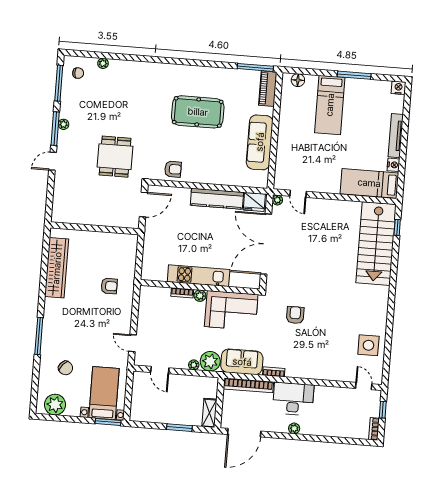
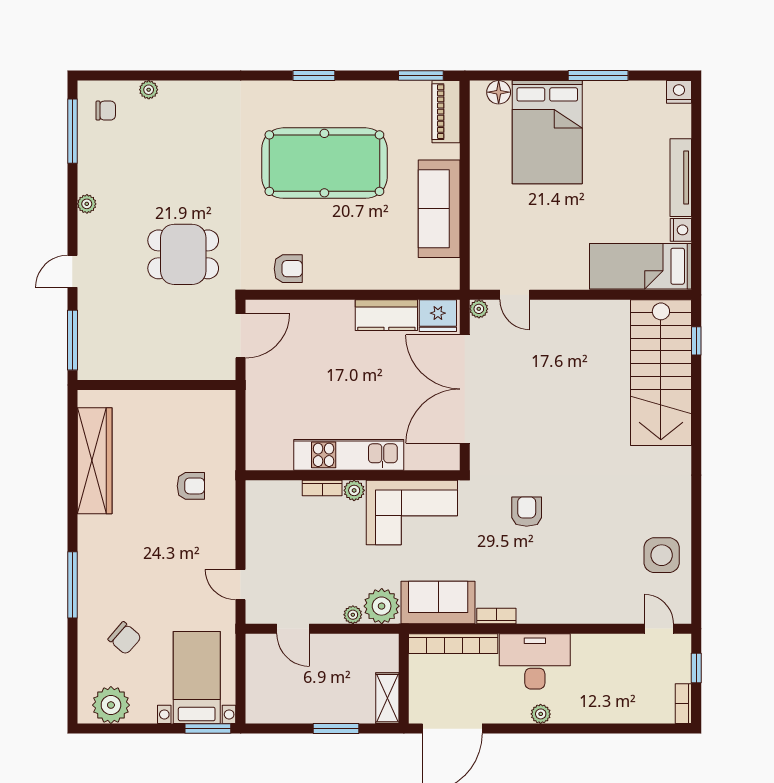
window: (196, 63) -> (314, 76), added
window: (255, 67) -> (421, 76), width x0.69
bed: (330, 105) -> (547, 132), width x1.50
pool table: (198, 112) -> (324, 163), width x1.36, depth x1.32
window: (55, 129) -> (72, 340), moved
dining table: (115, 157) -> (183, 254), turned 90
kitchen counter: (217, 199) -> (386, 315), width x0.67

